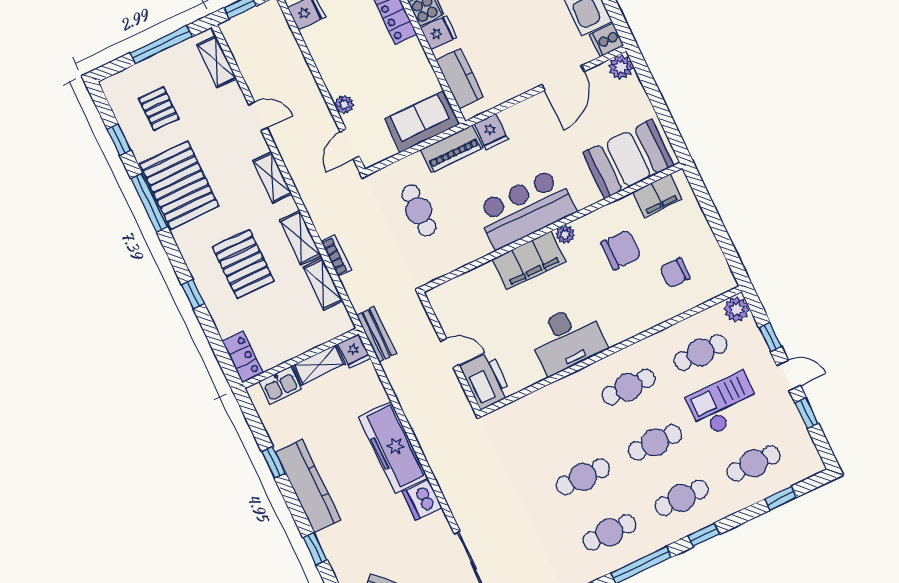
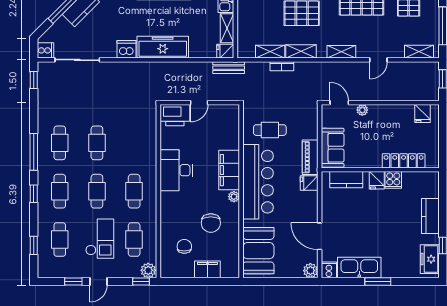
filing cabinet: (657, 196) -> (207, 269), moved, turned 90
bar counter: (526, 209) -> (258, 182), width x1.36
cafe table: (419, 210) -> (270, 130), moved
window: (770, 337) -> (141, 282), moved

